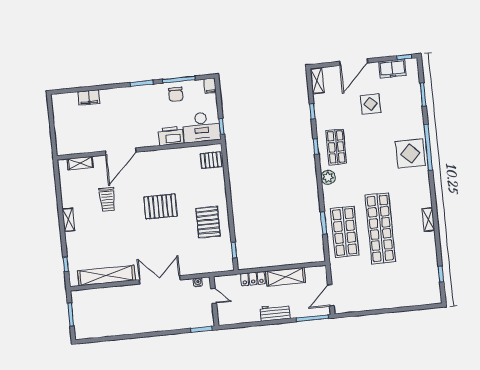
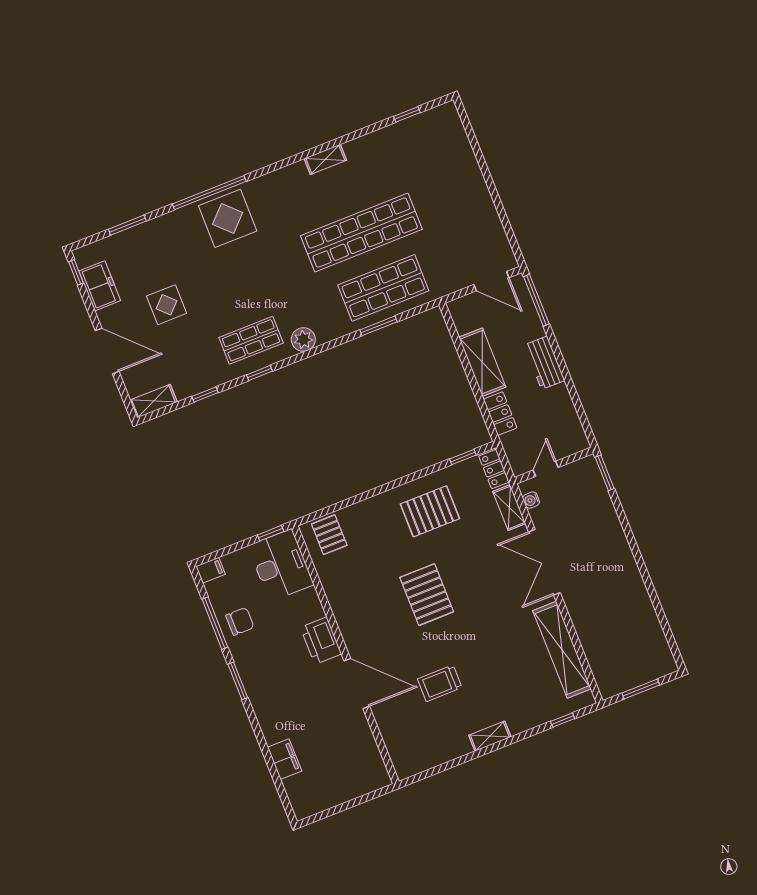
printer: (171, 136) -> (321, 641), moved
shelving: (80, 163) -> (509, 508), moved
trolley: (107, 199) -> (440, 683), turned 180
locker: (222, 266) -> (494, 469), added

